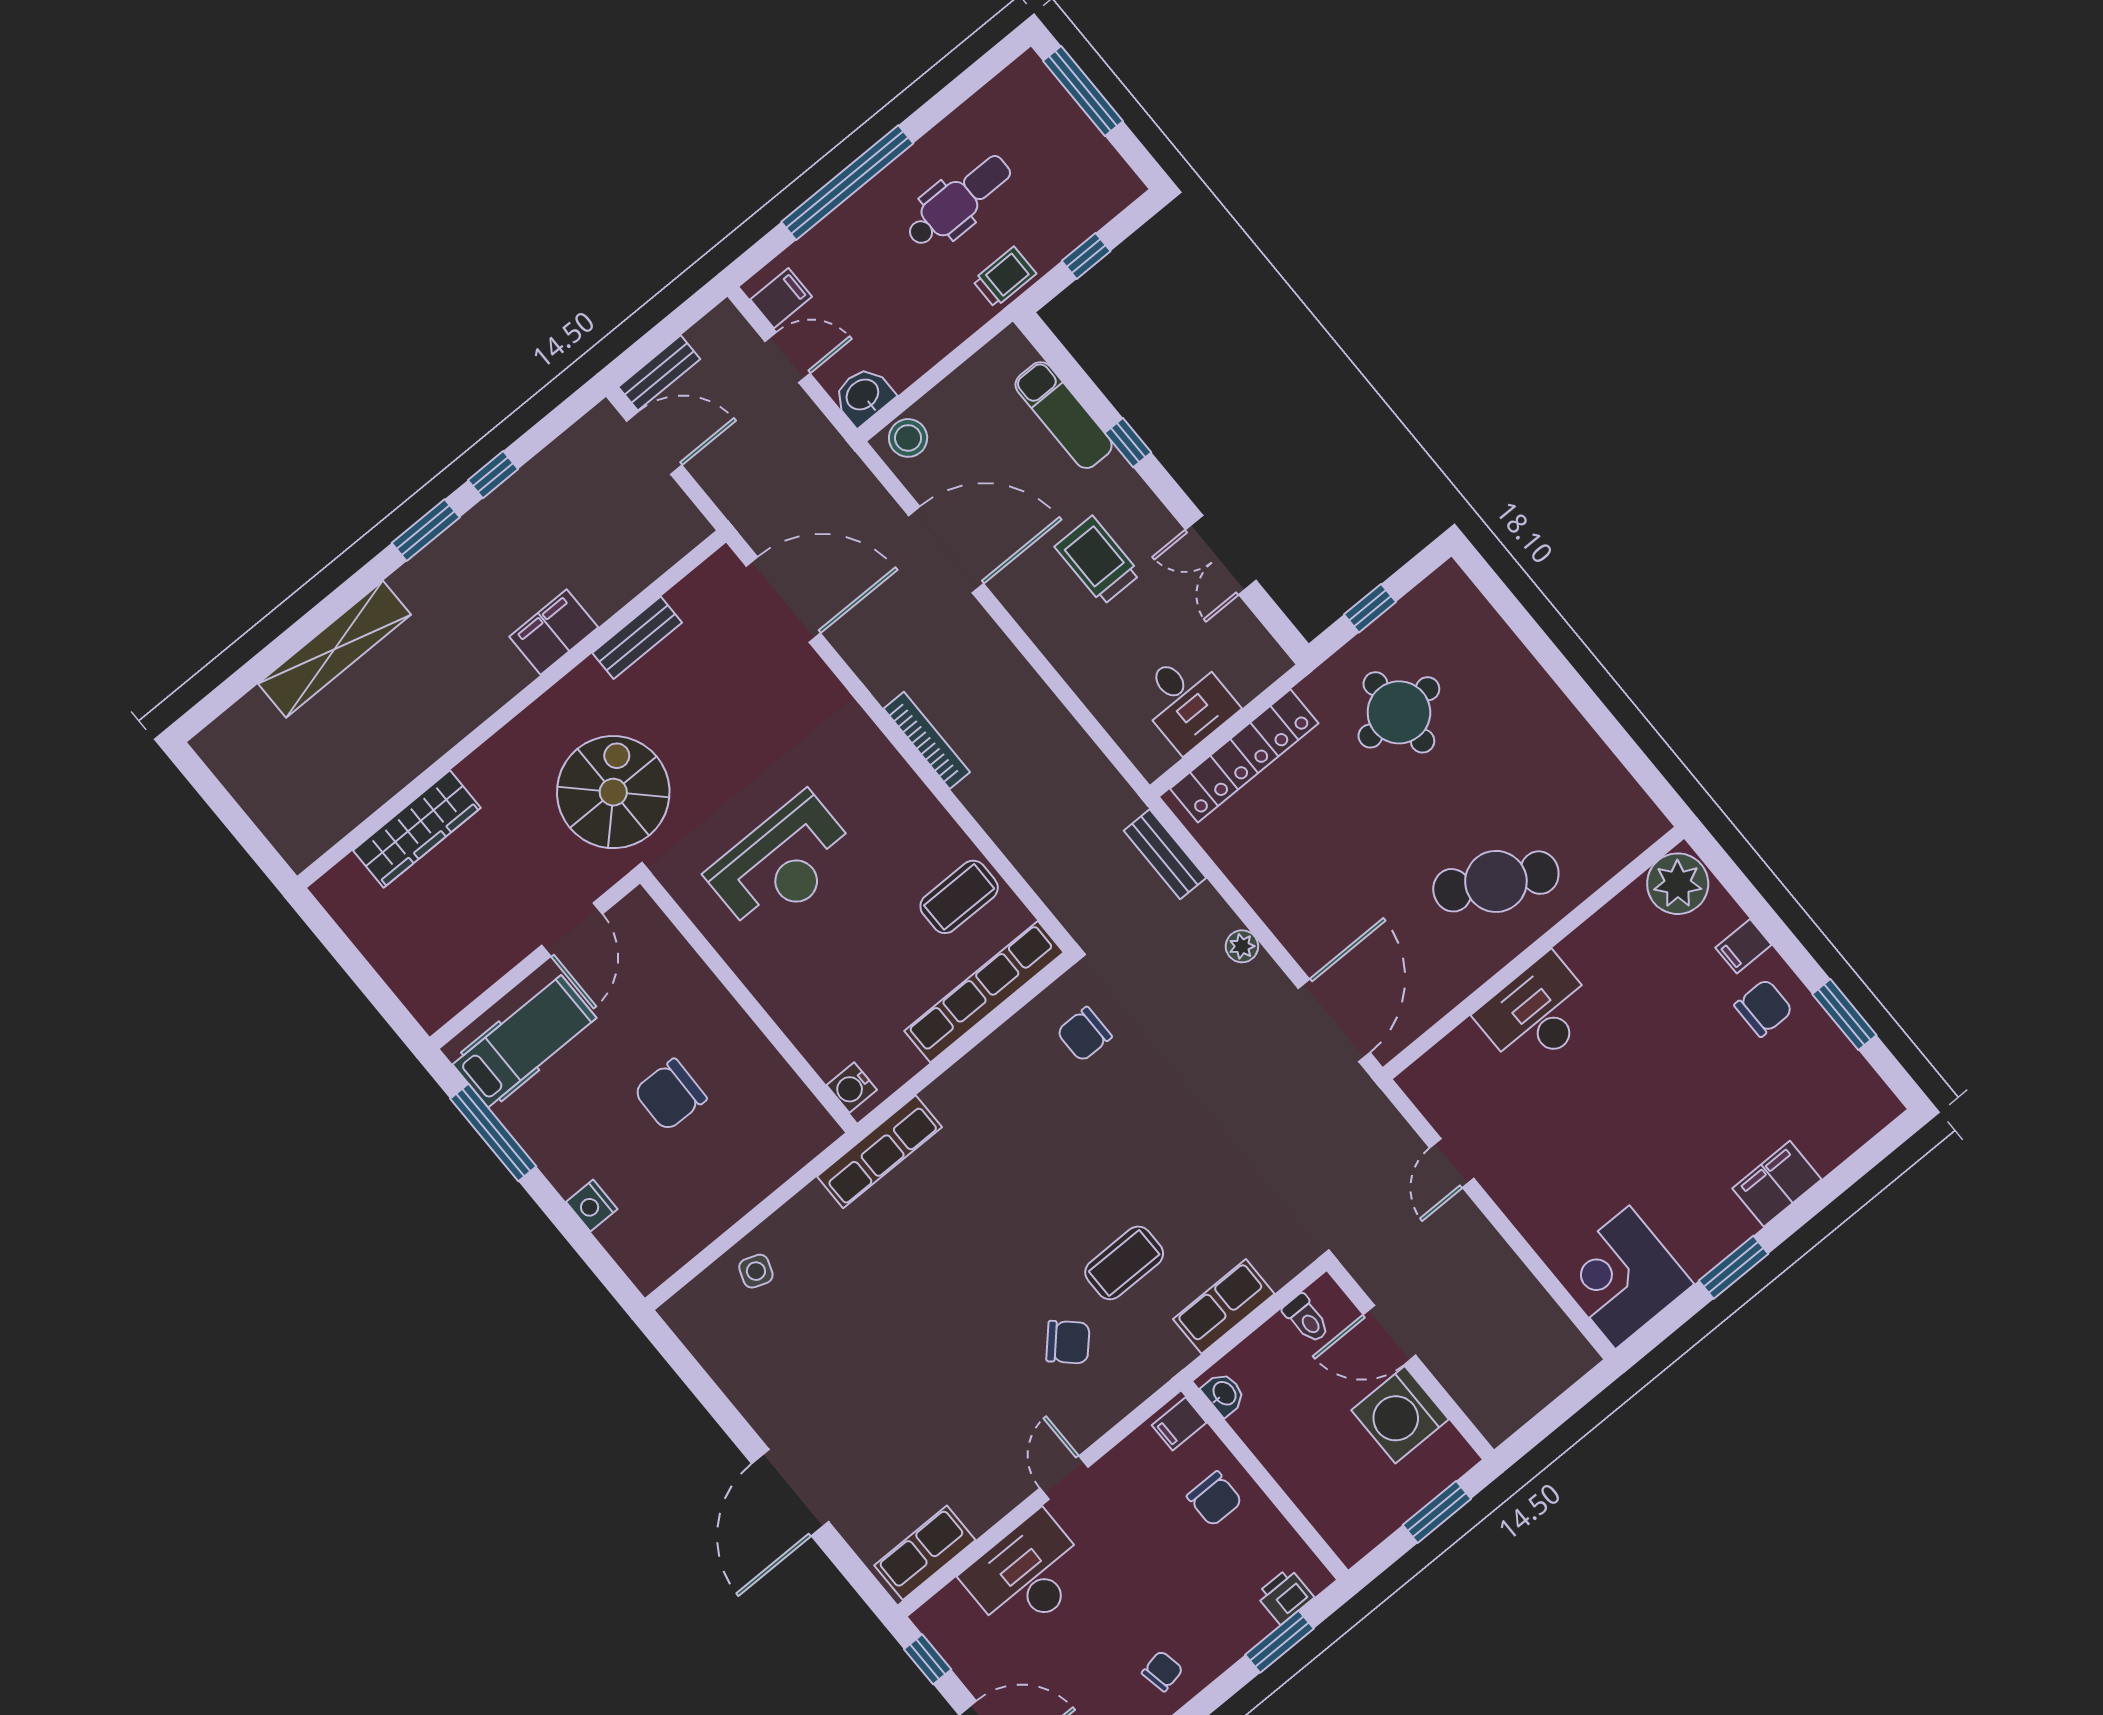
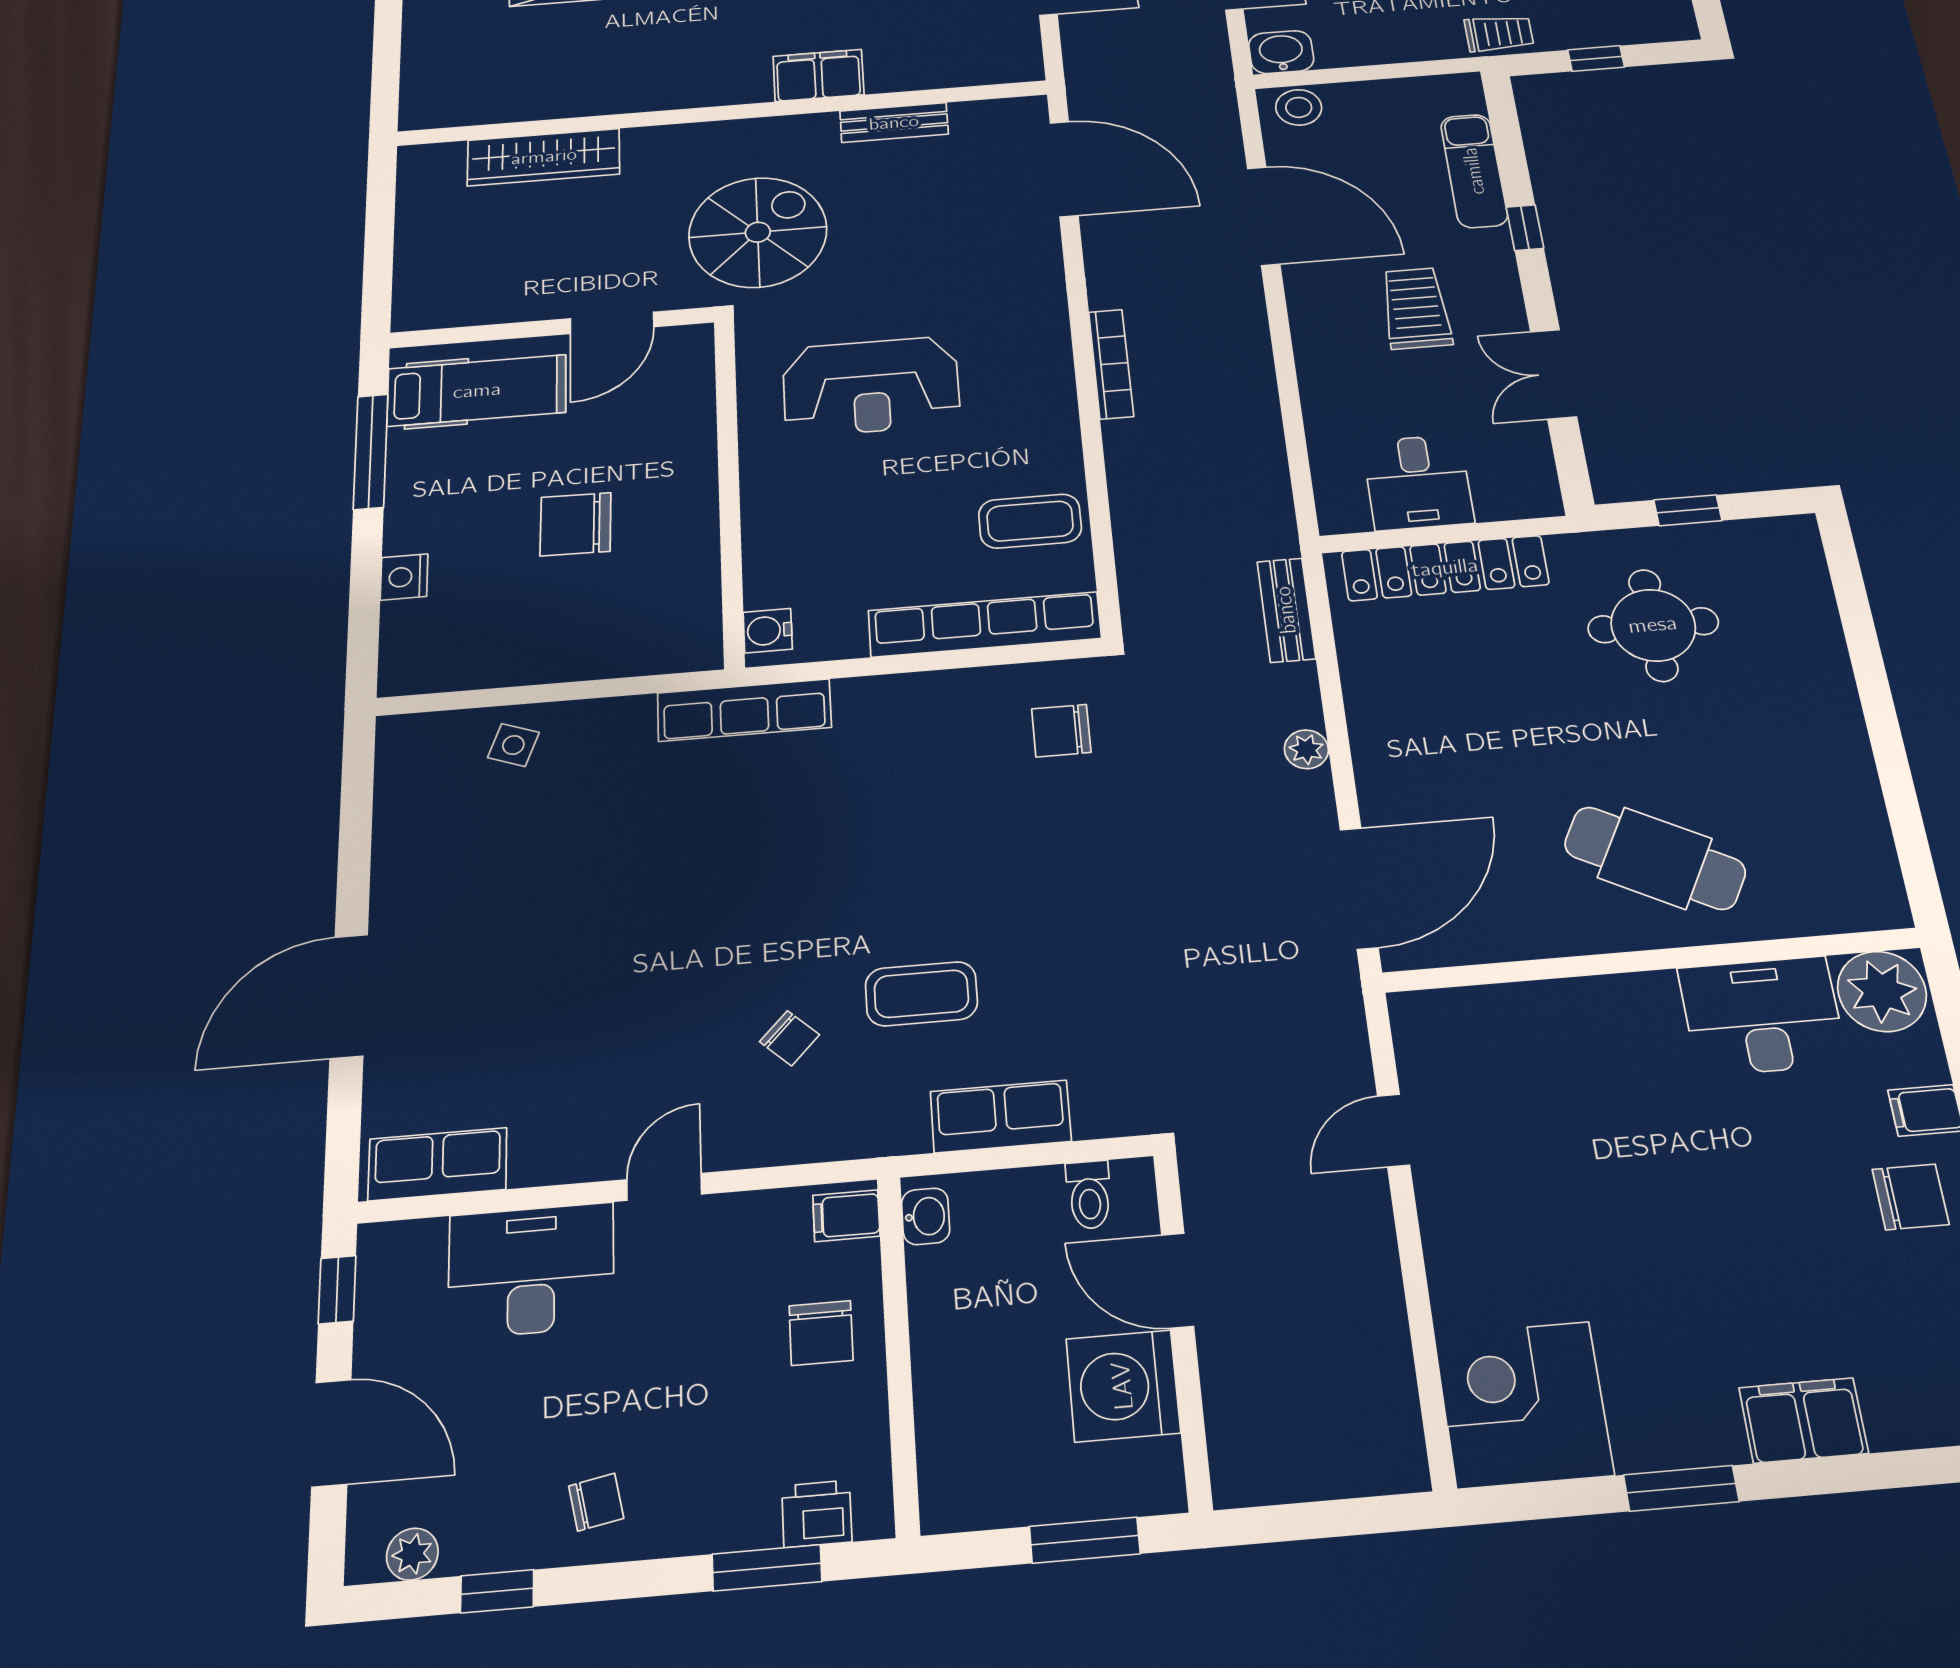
desk: (1537, 1013) -> (1762, 1016), moved
chair: (1068, 1342) -> (790, 1038), width x0.73, depth x0.73

